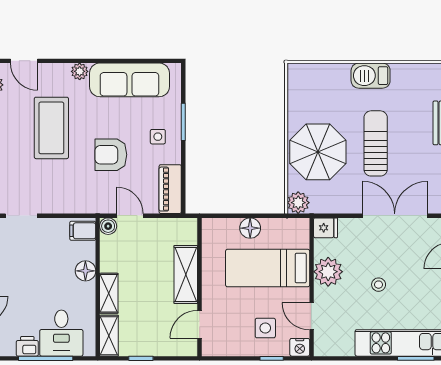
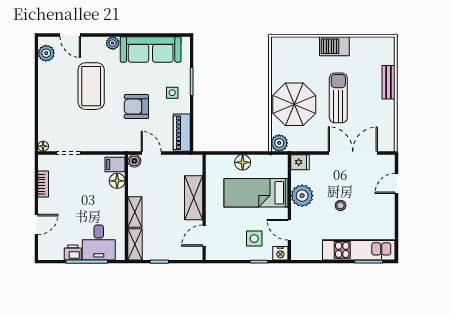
floor lamp: (85, 271) -> (117, 181), moved

